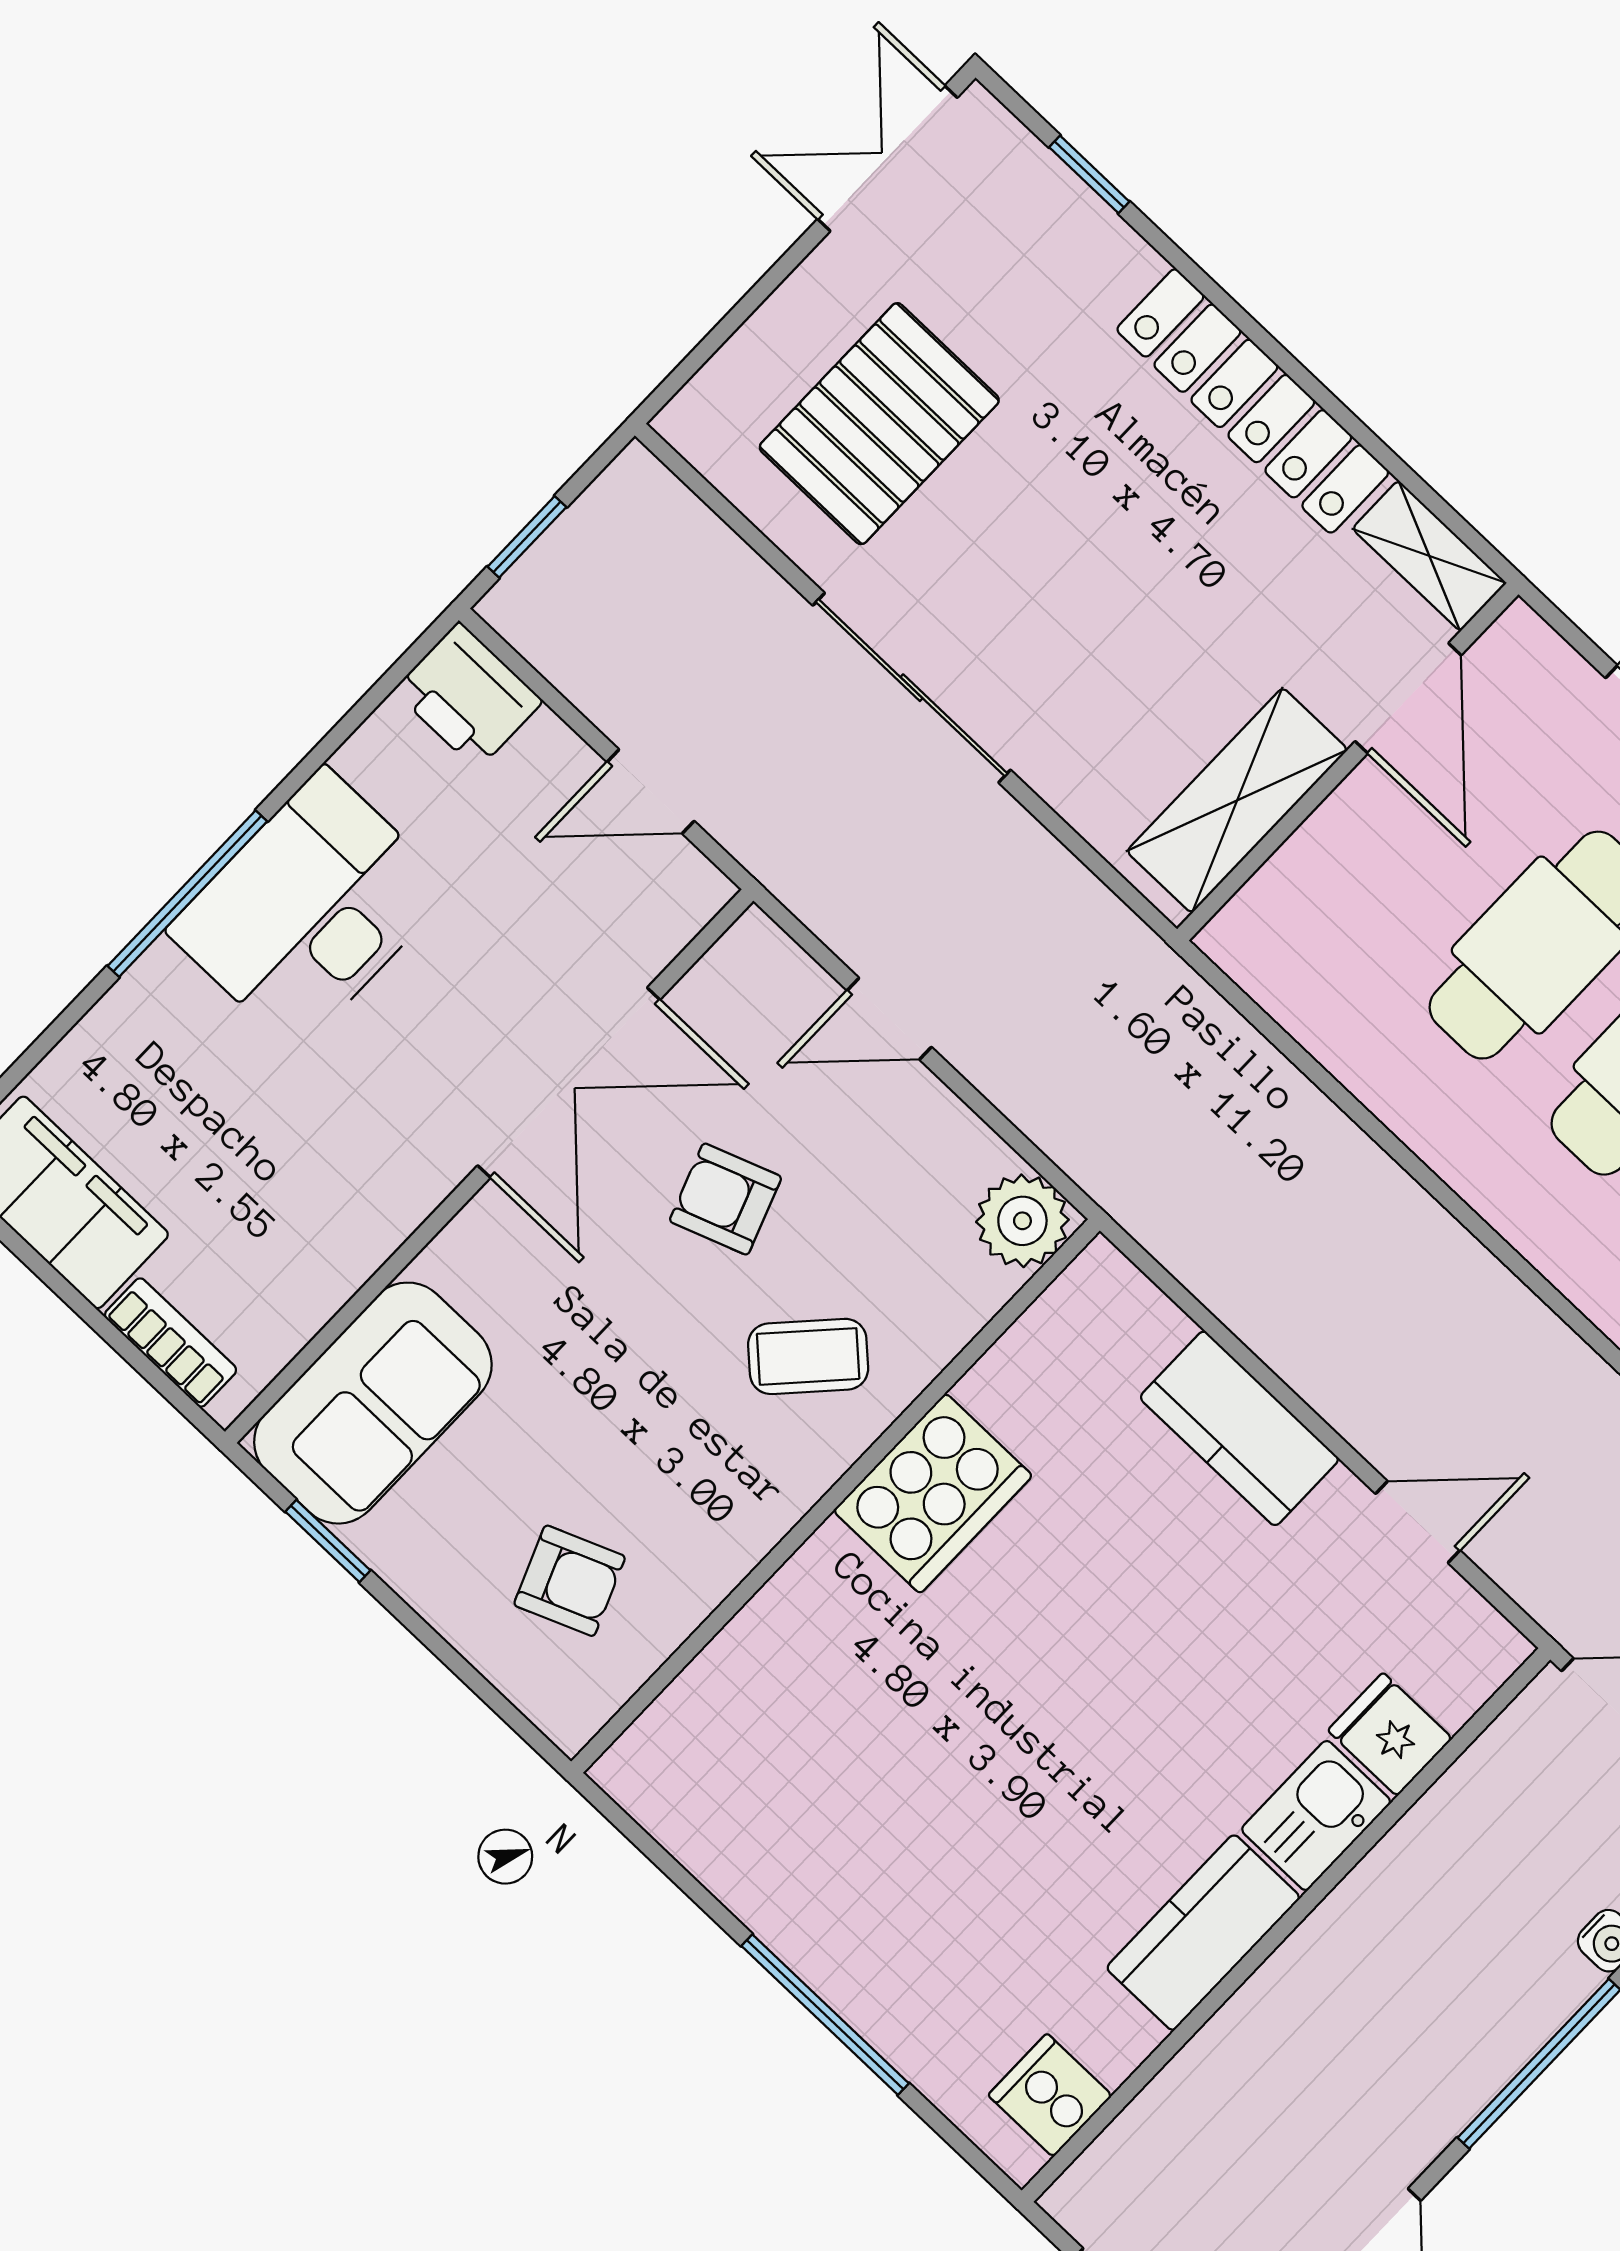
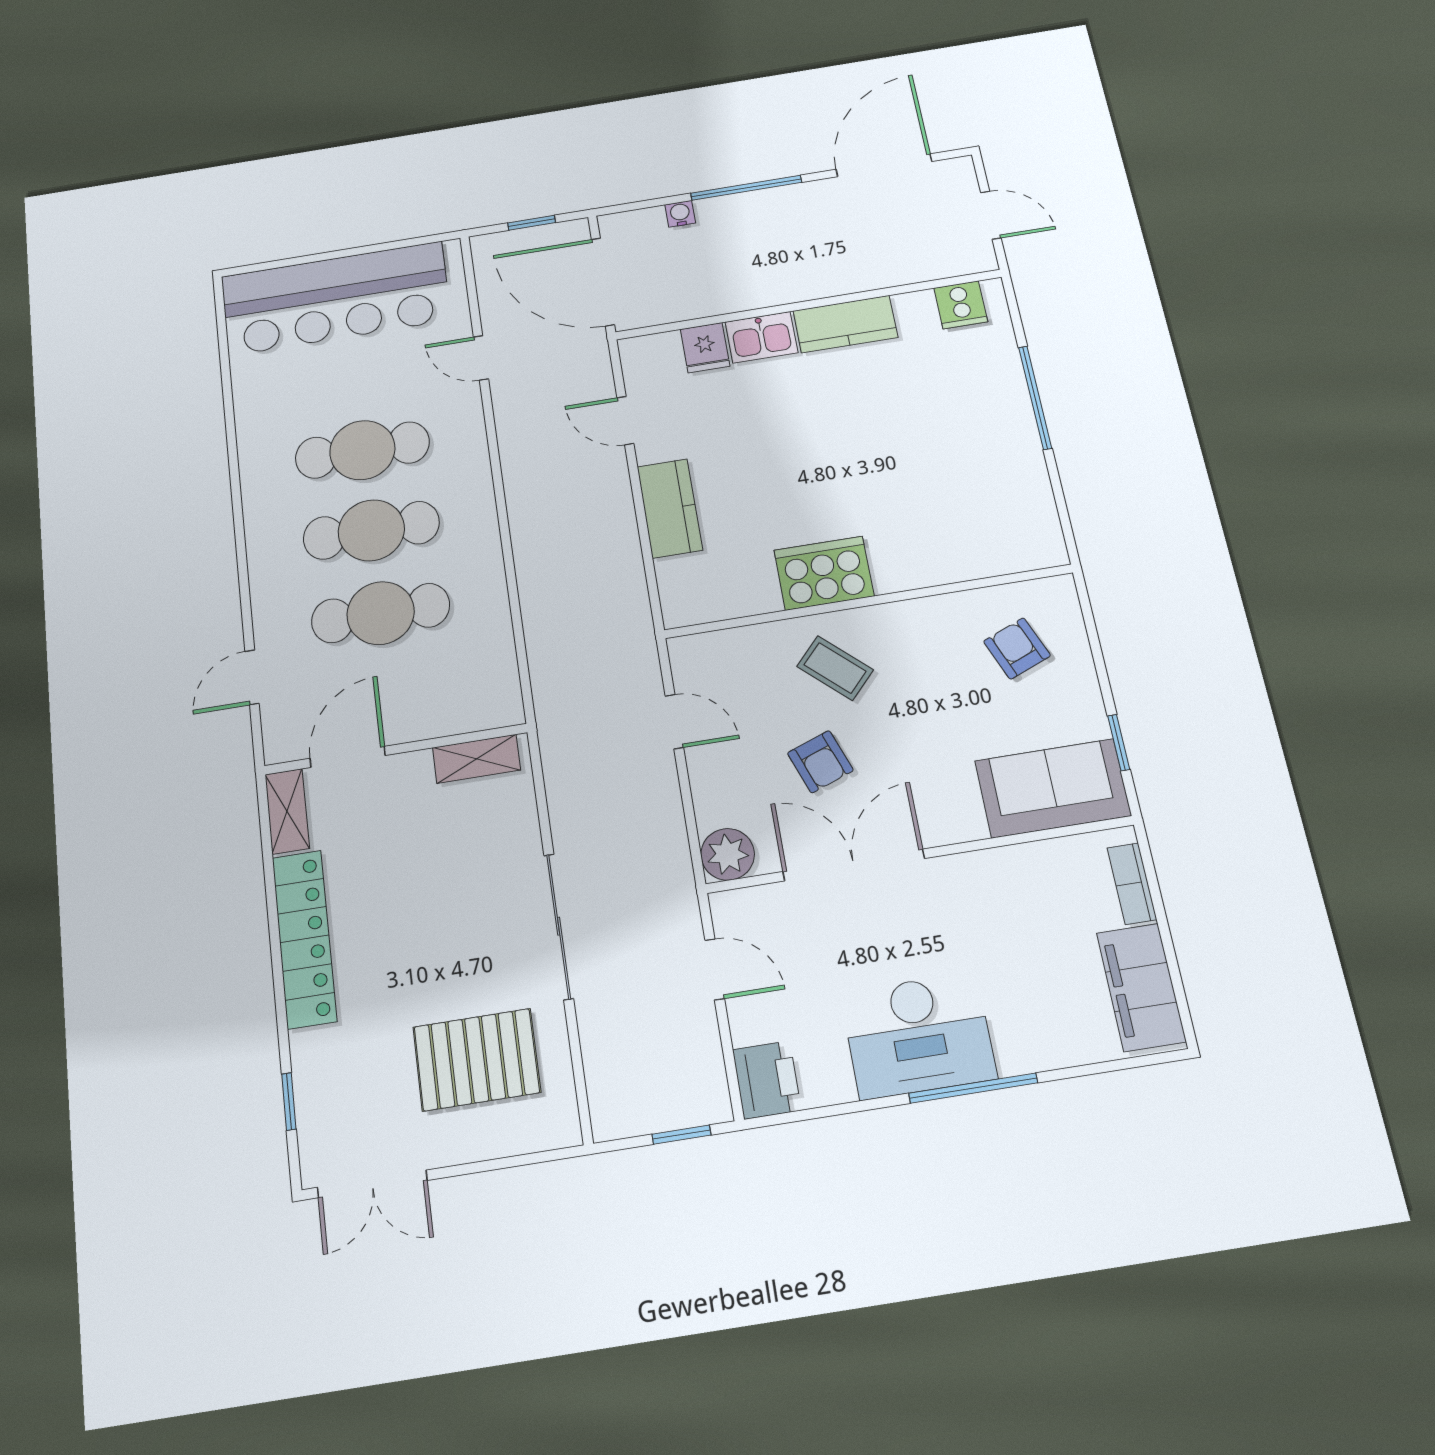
shelving: (1237, 800) -> (477, 759), width x0.67, depth x0.75
door: (889, 1019) -> (674, 722), moved
plant: (1022, 1221) -> (728, 854), moved

